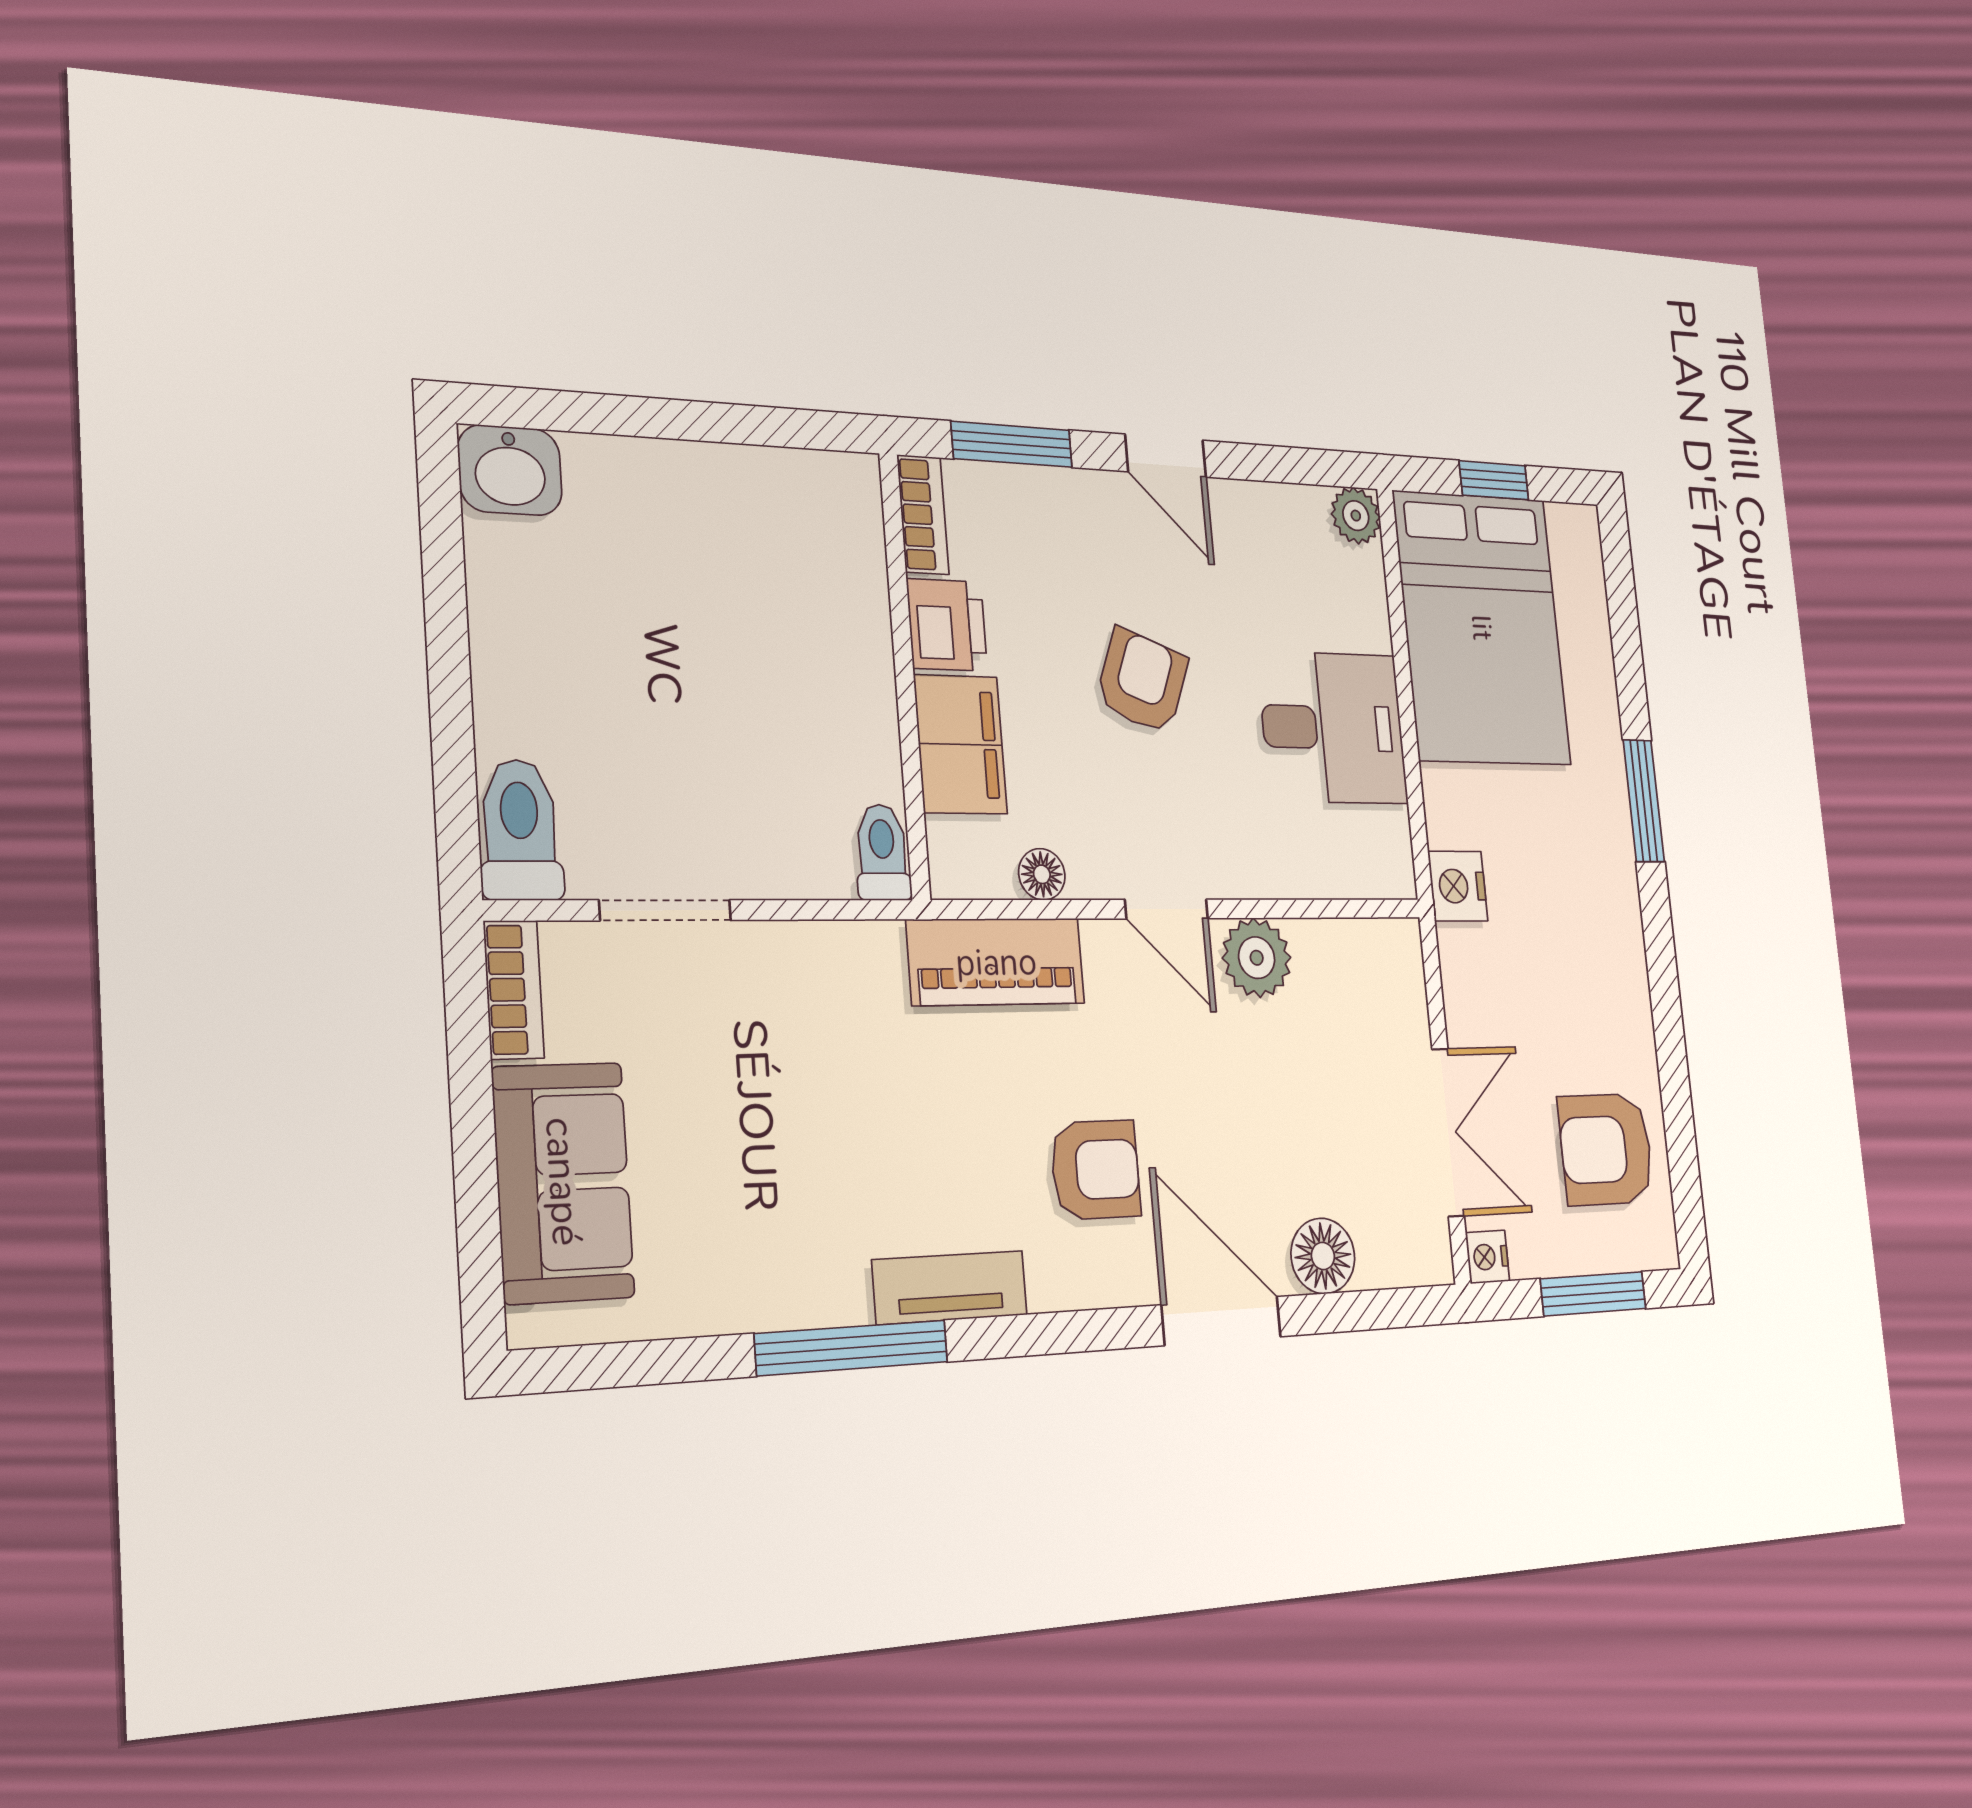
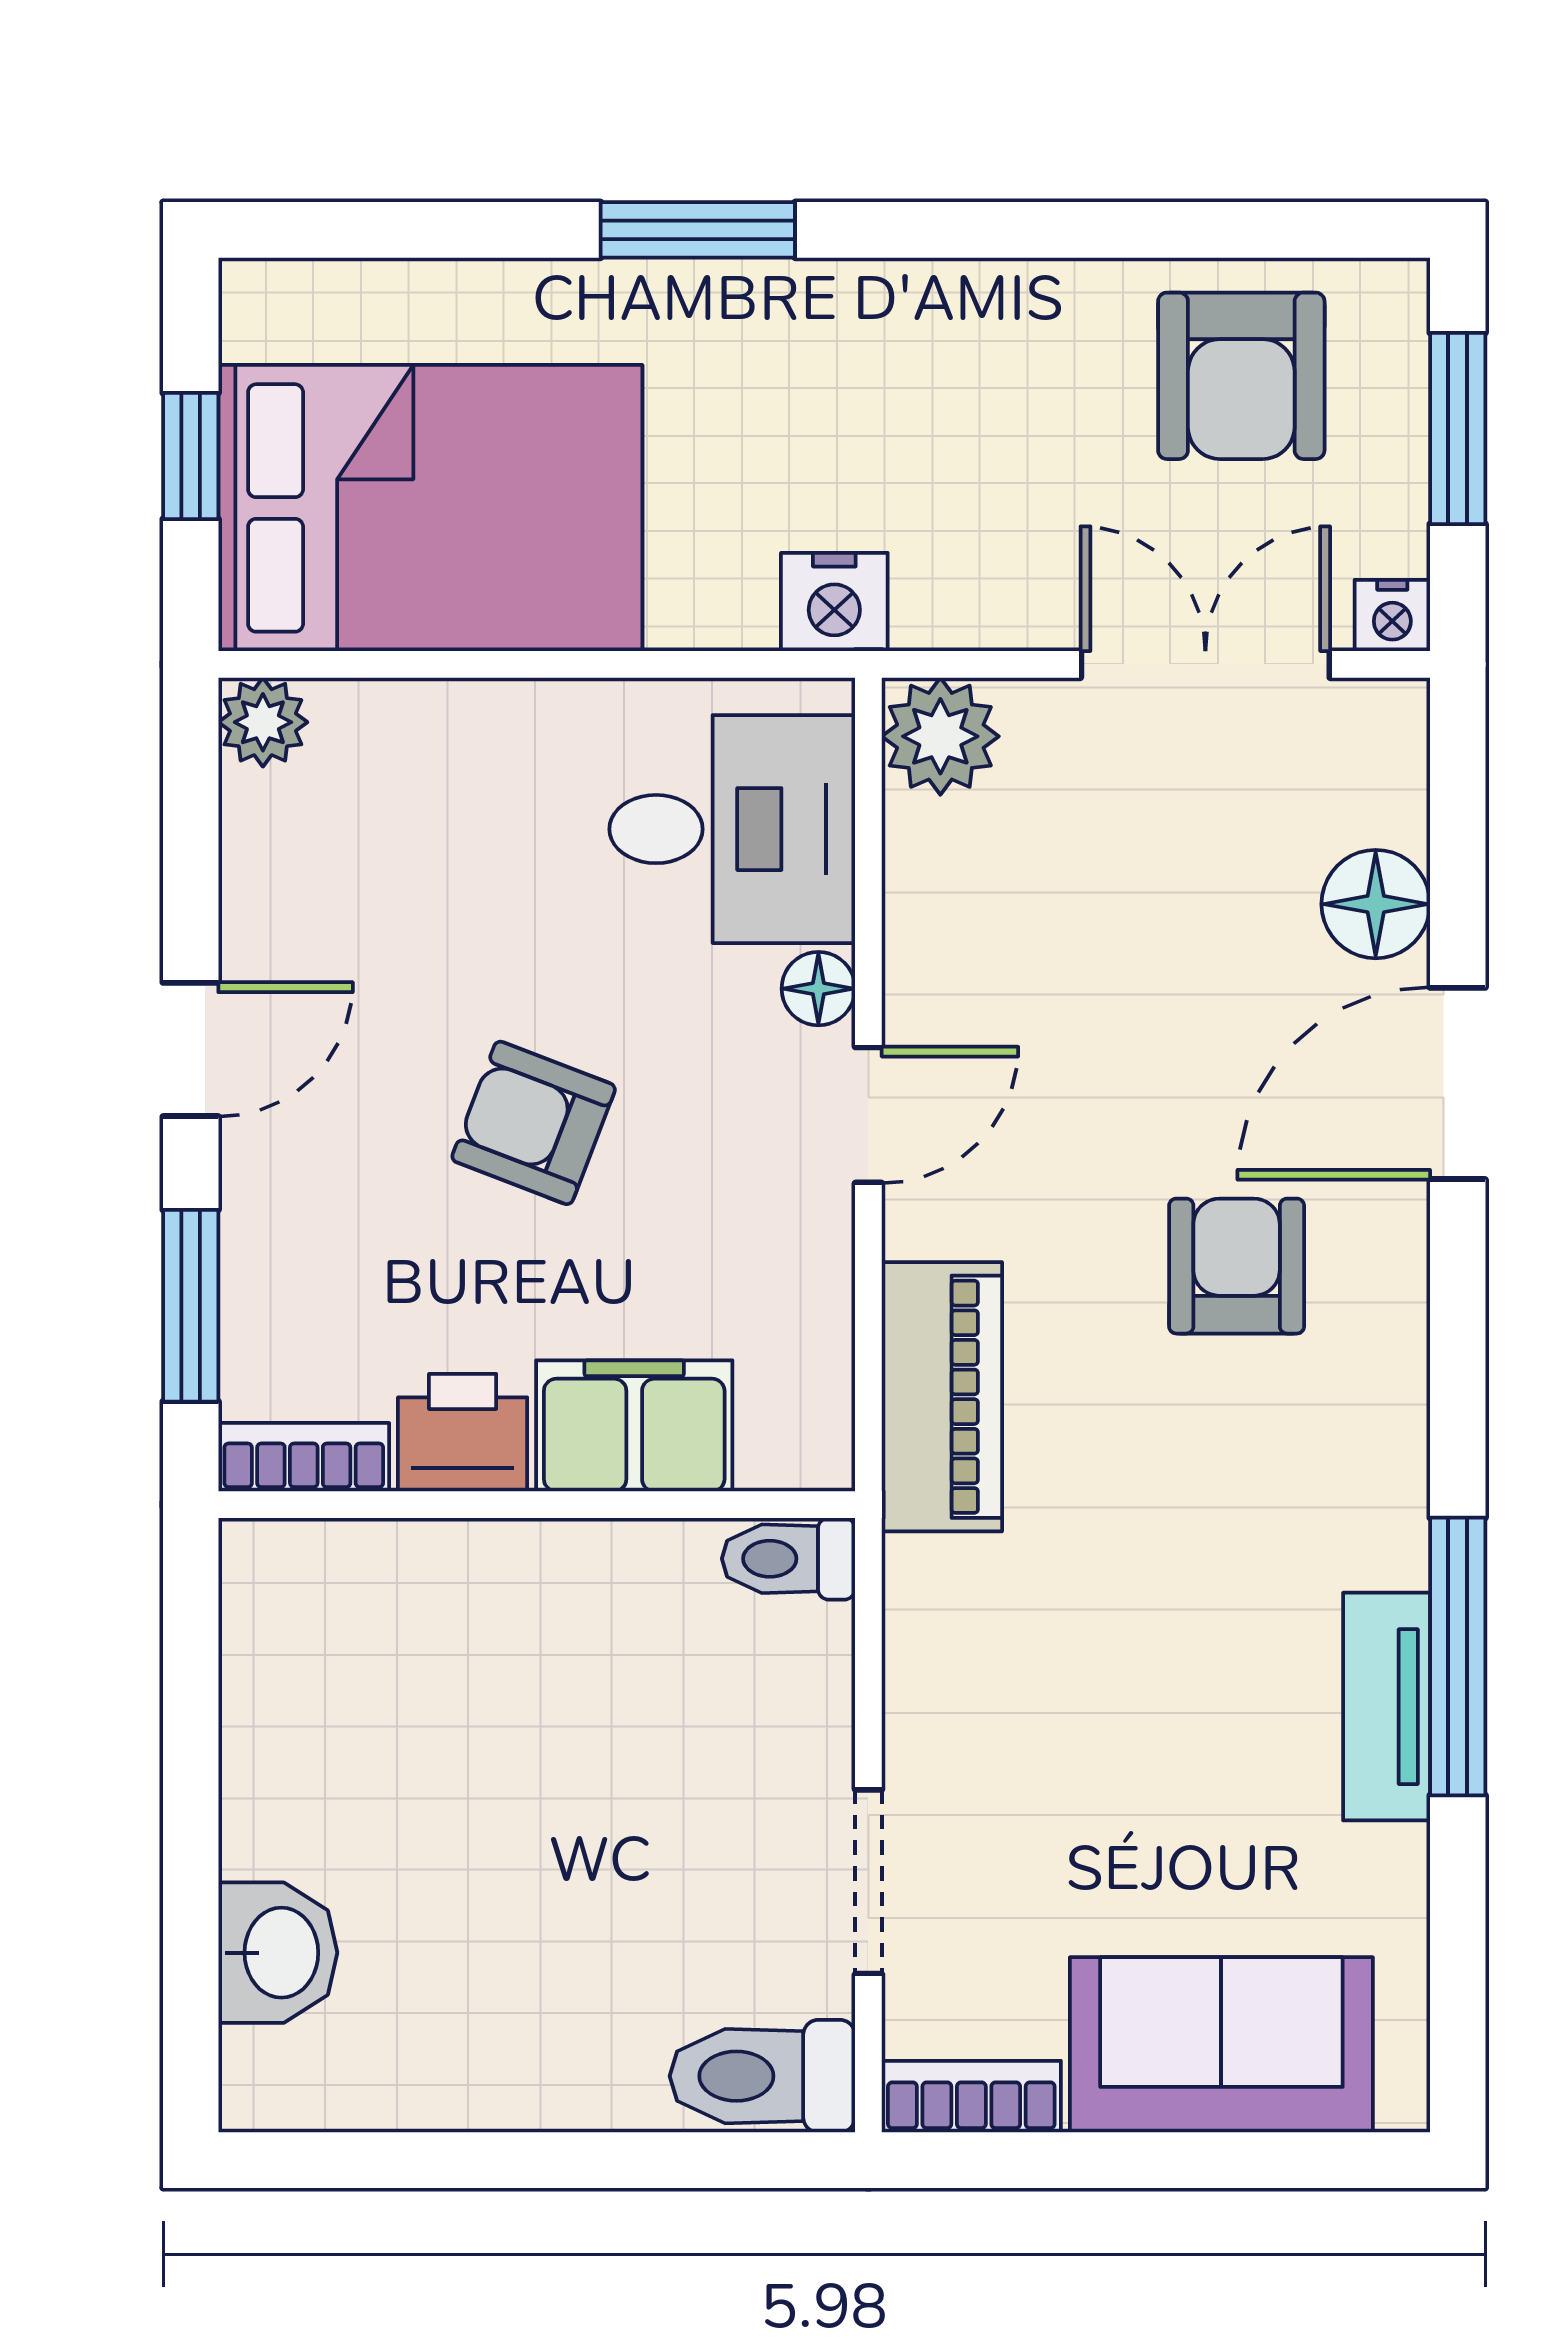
washbasin: (510, 470) -> (278, 1953), moved
desk: (1333, 728) -> (732, 829), moved, turned 90
floor lamp: (1042, 874) -> (818, 989), moved
plant: (1257, 958) -> (940, 736), moved
tv unit: (950, 1287) -> (1387, 1707), moved

